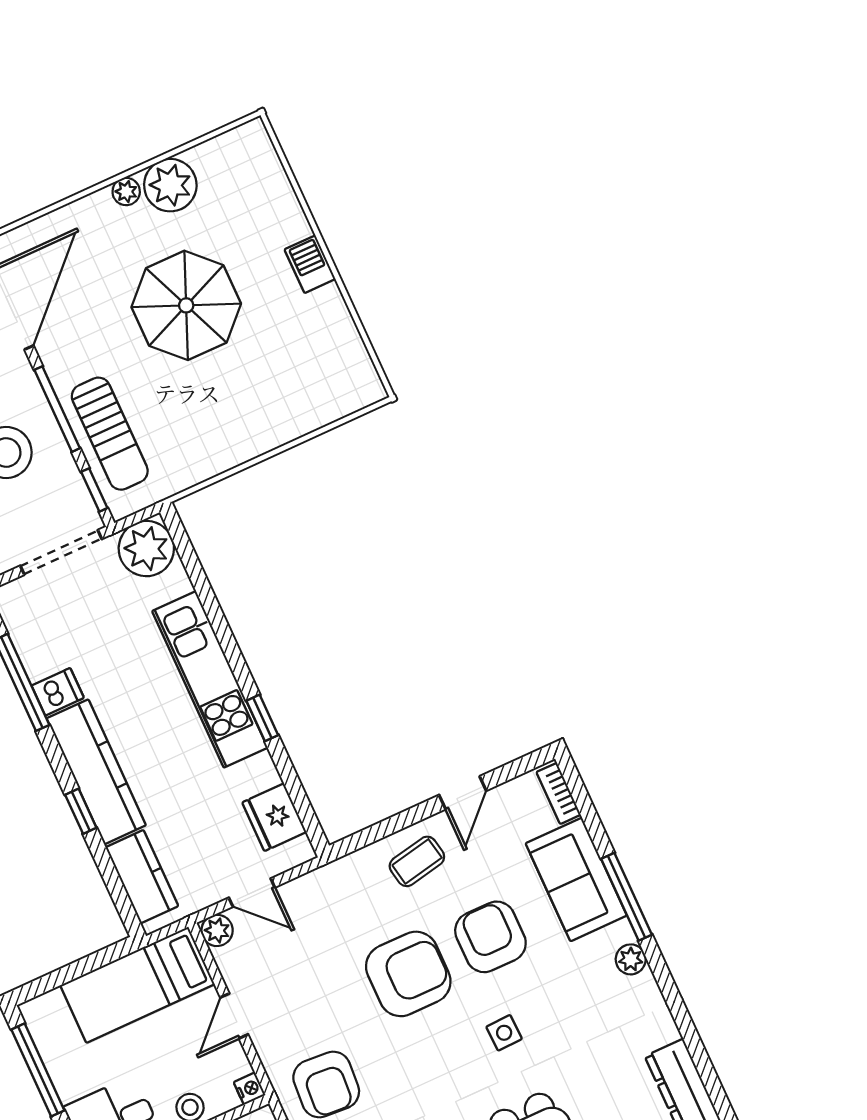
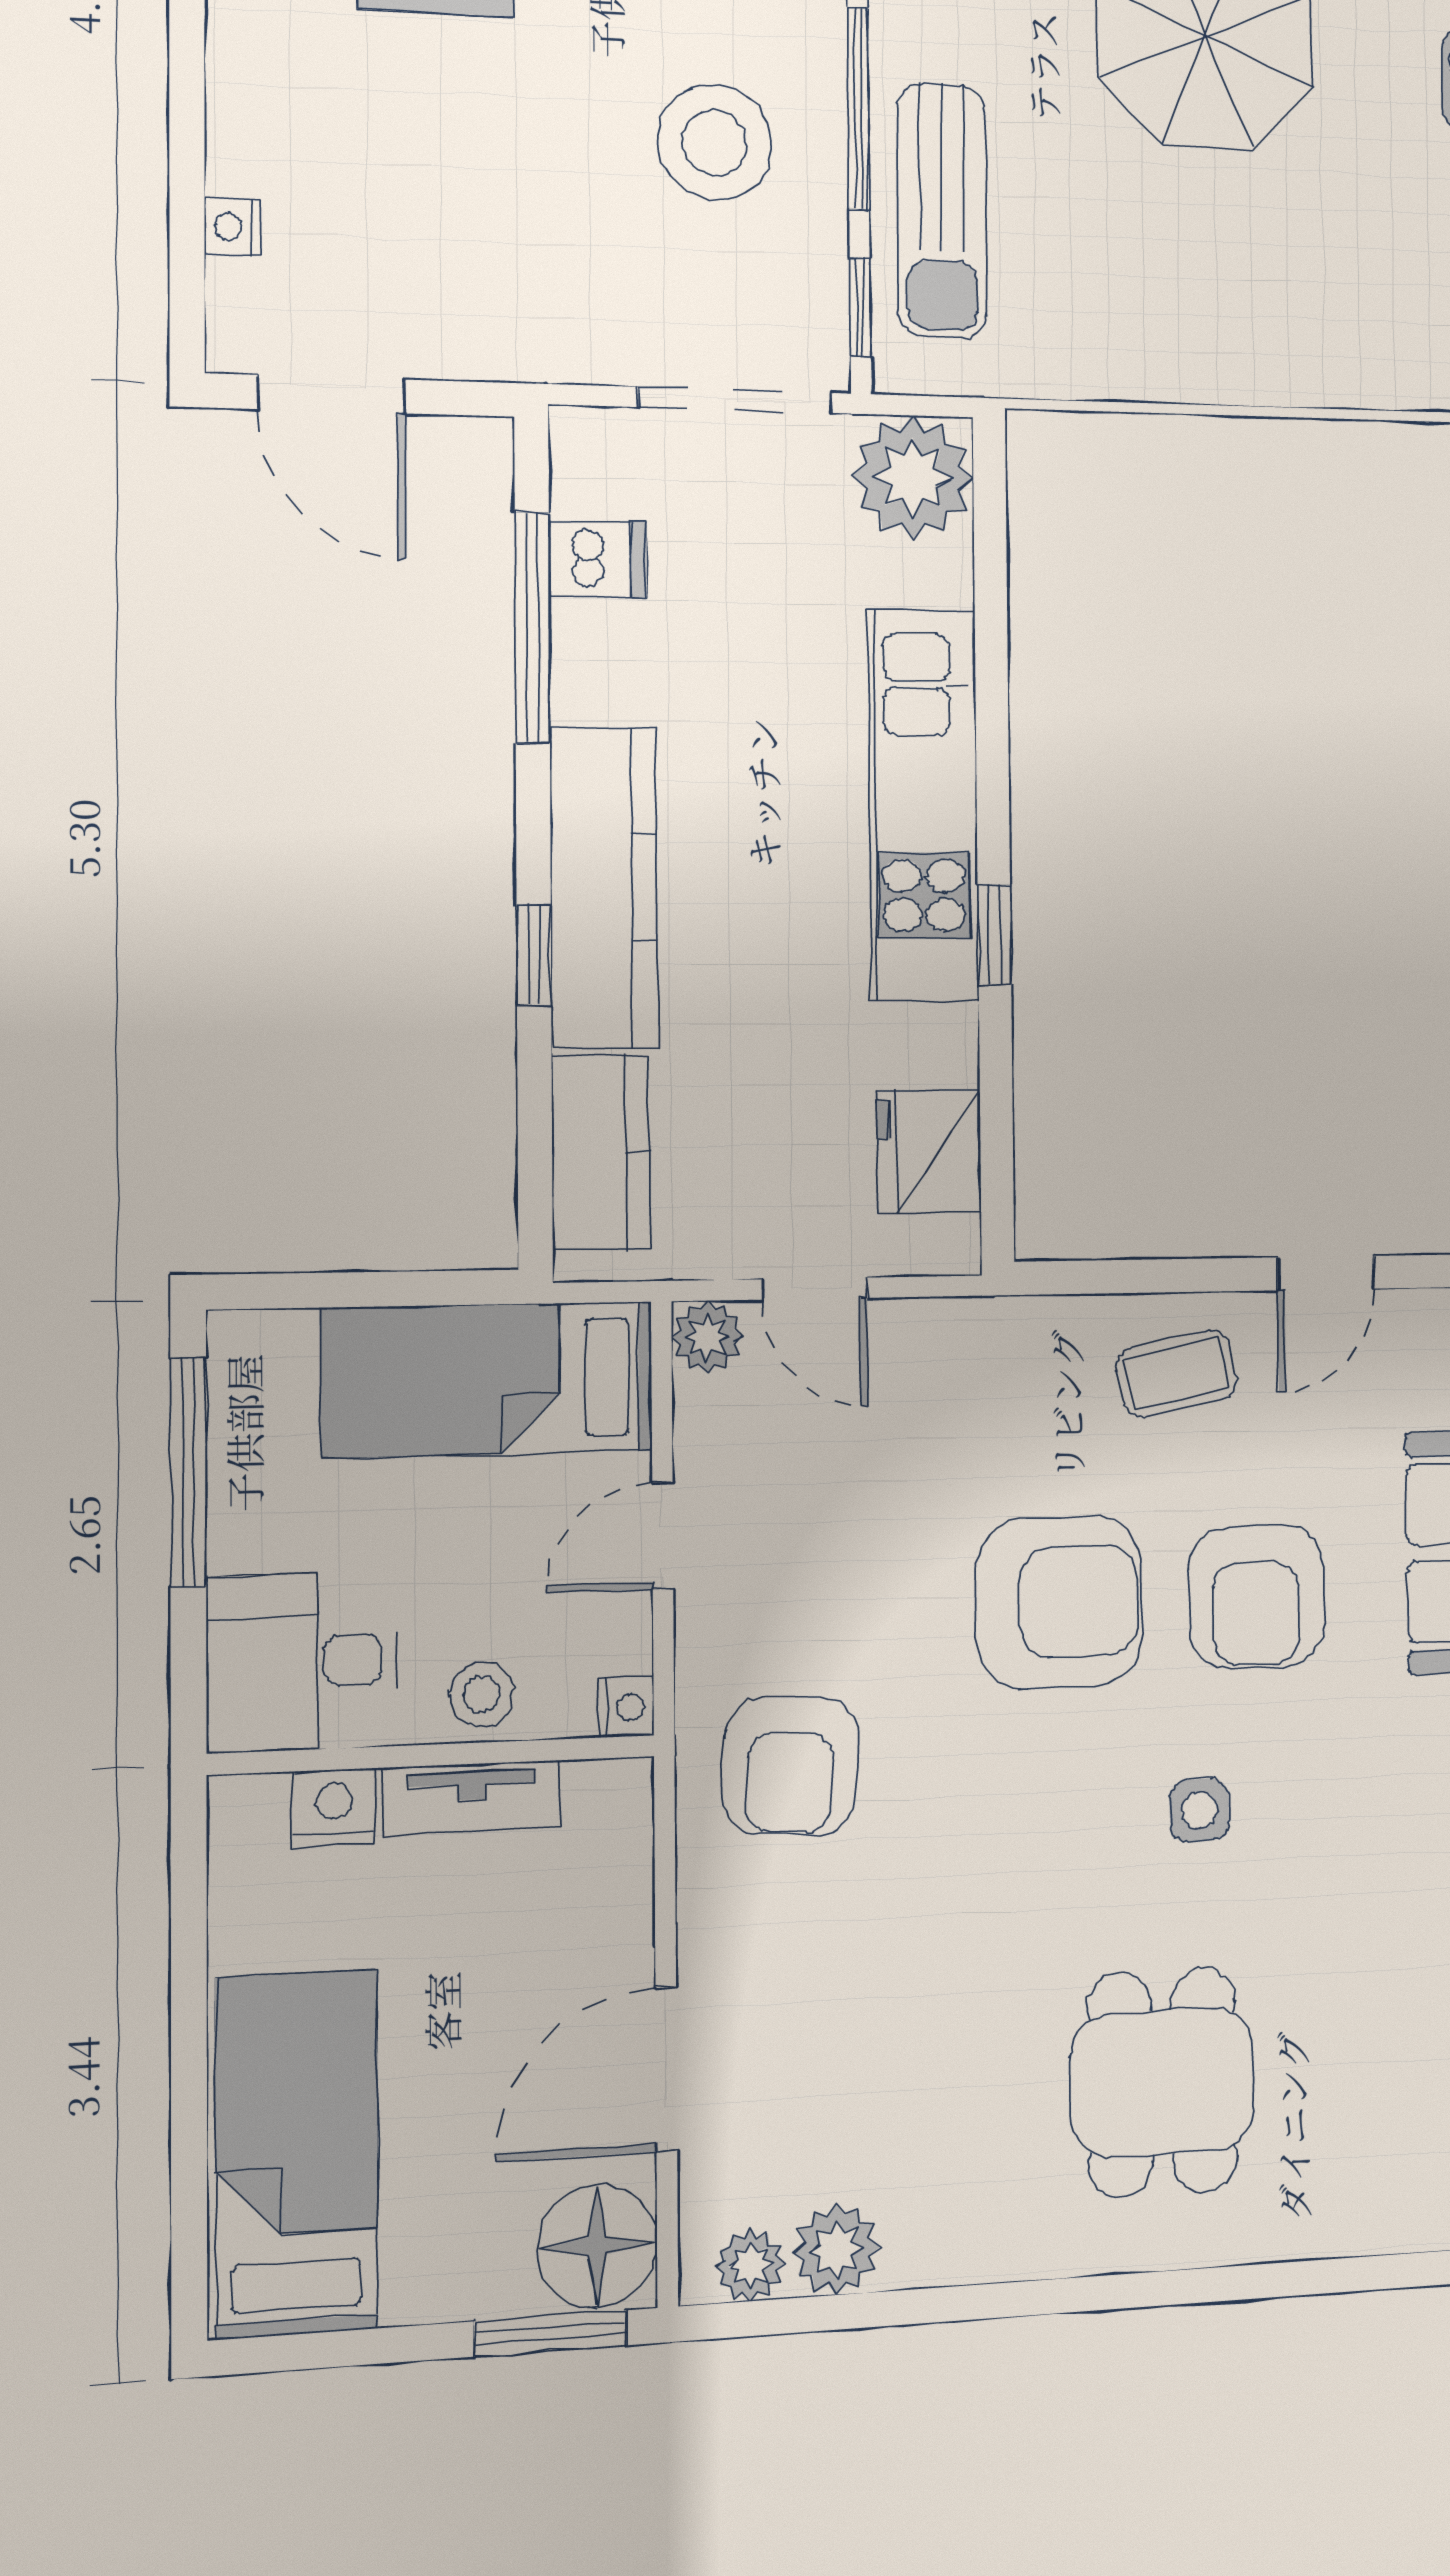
dishwasher: (58, 692) -> (598, 559), moved
armchair: (490, 937) -> (1256, 1596), turned 180

